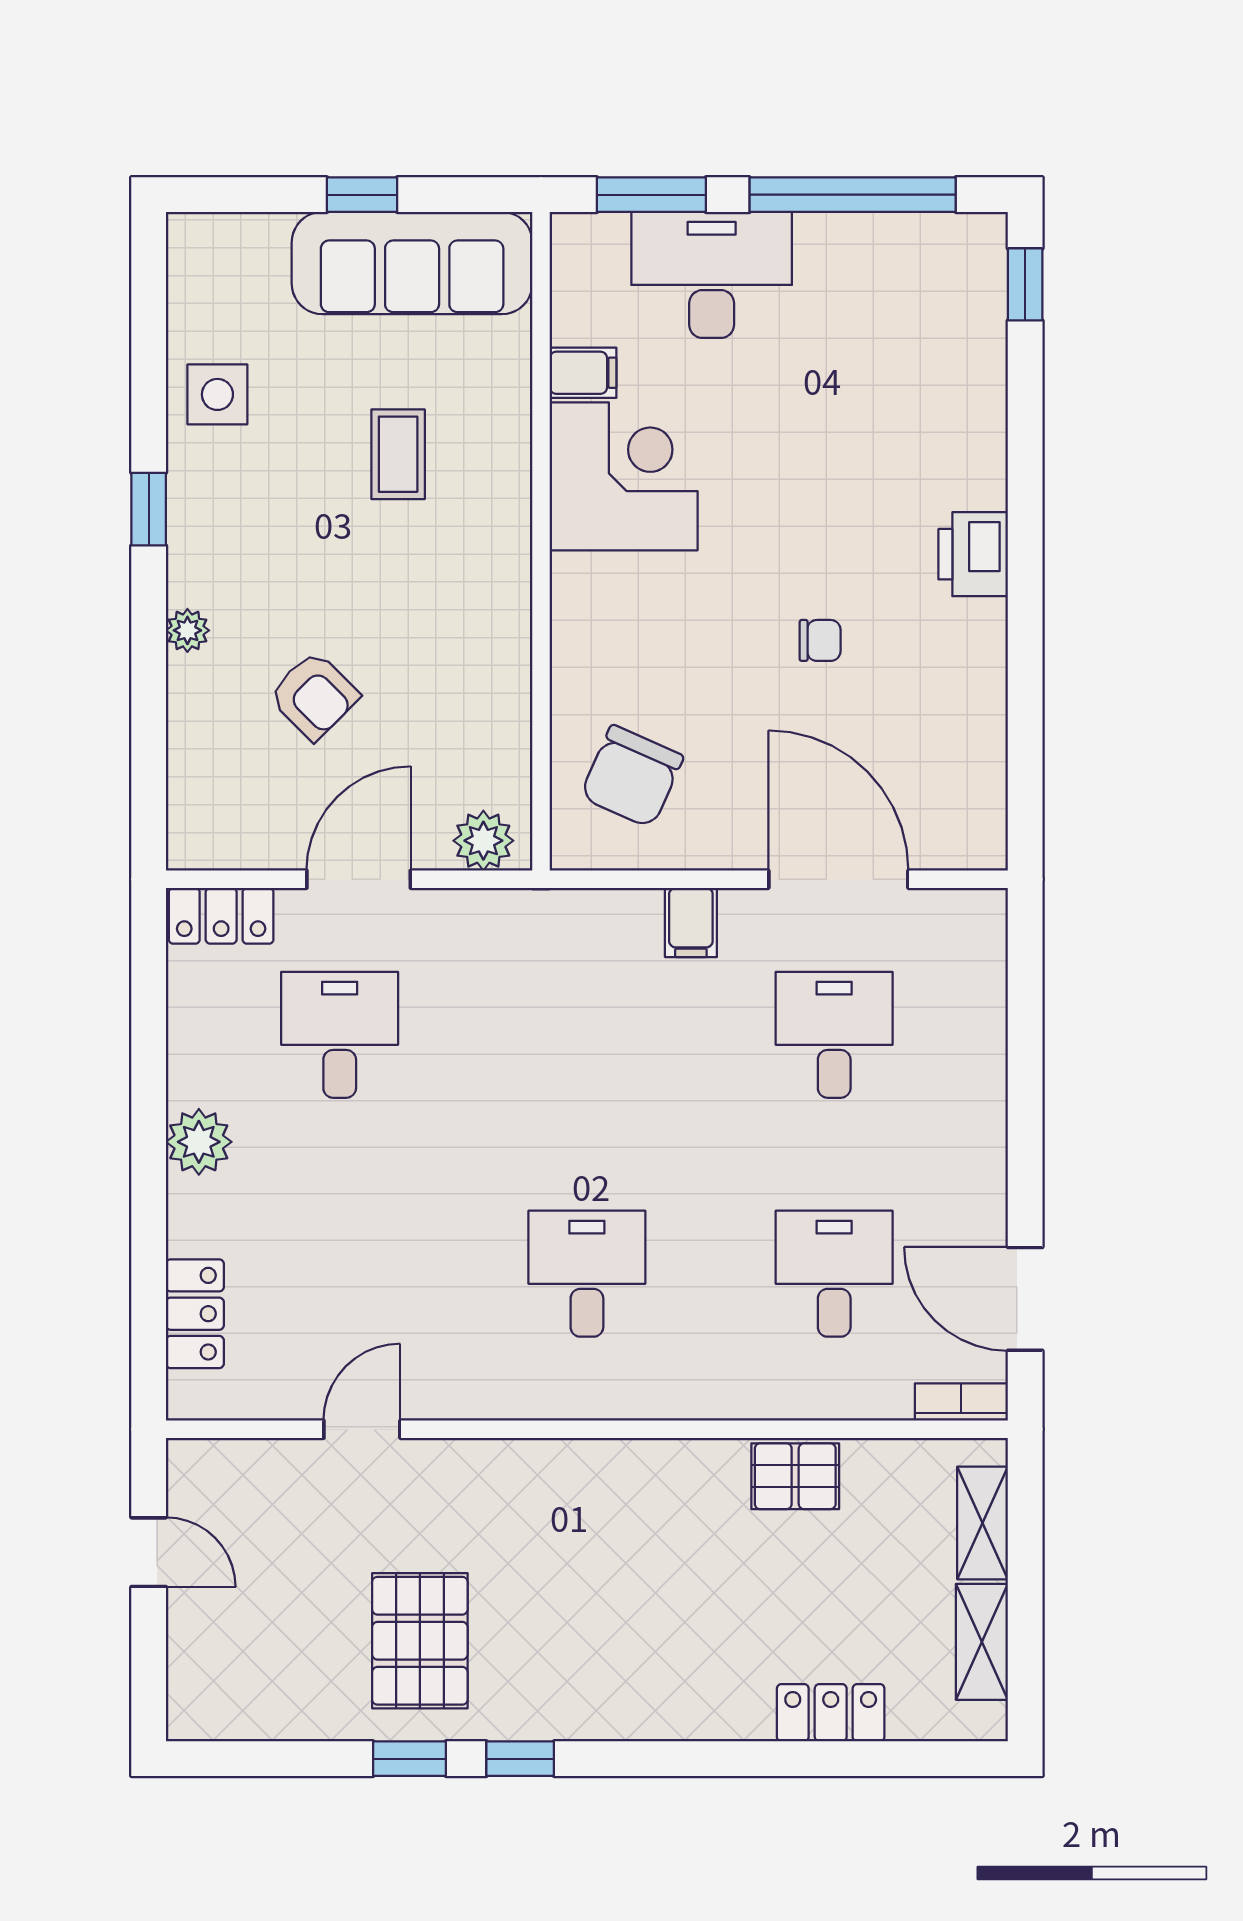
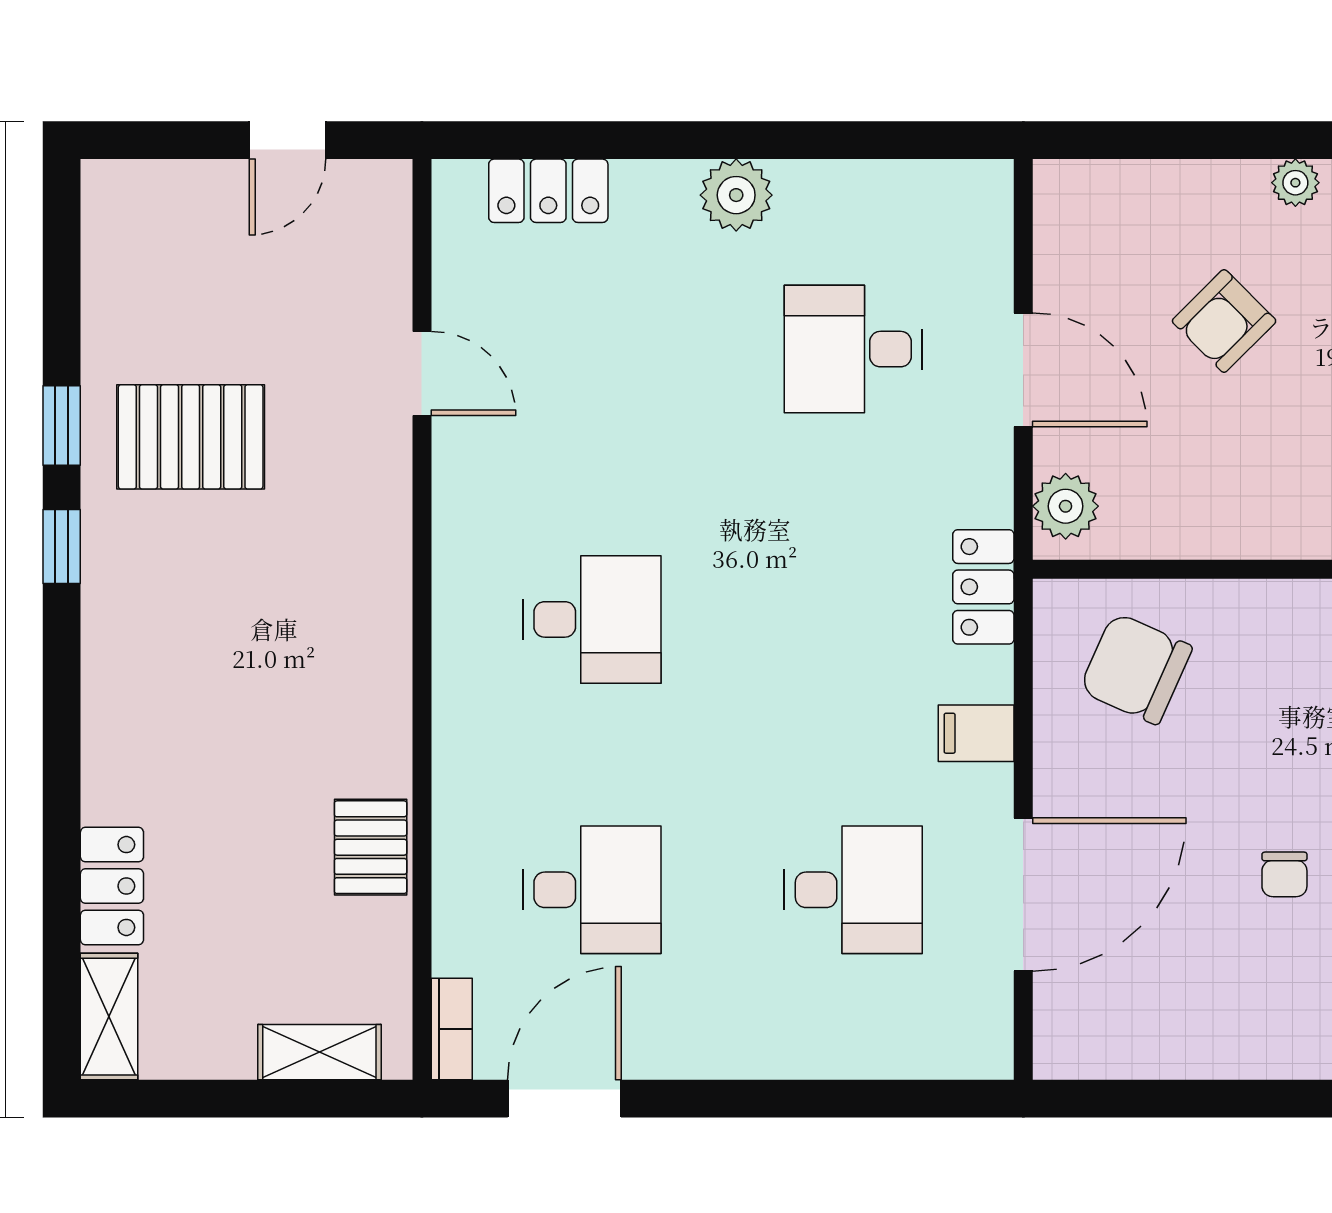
locker: (221, 916) -> (983, 587), moved
desk: (340, 1035) -> (853, 349), turned 180
shelving: (982, 1642) -> (109, 1017), moved, turned 90

